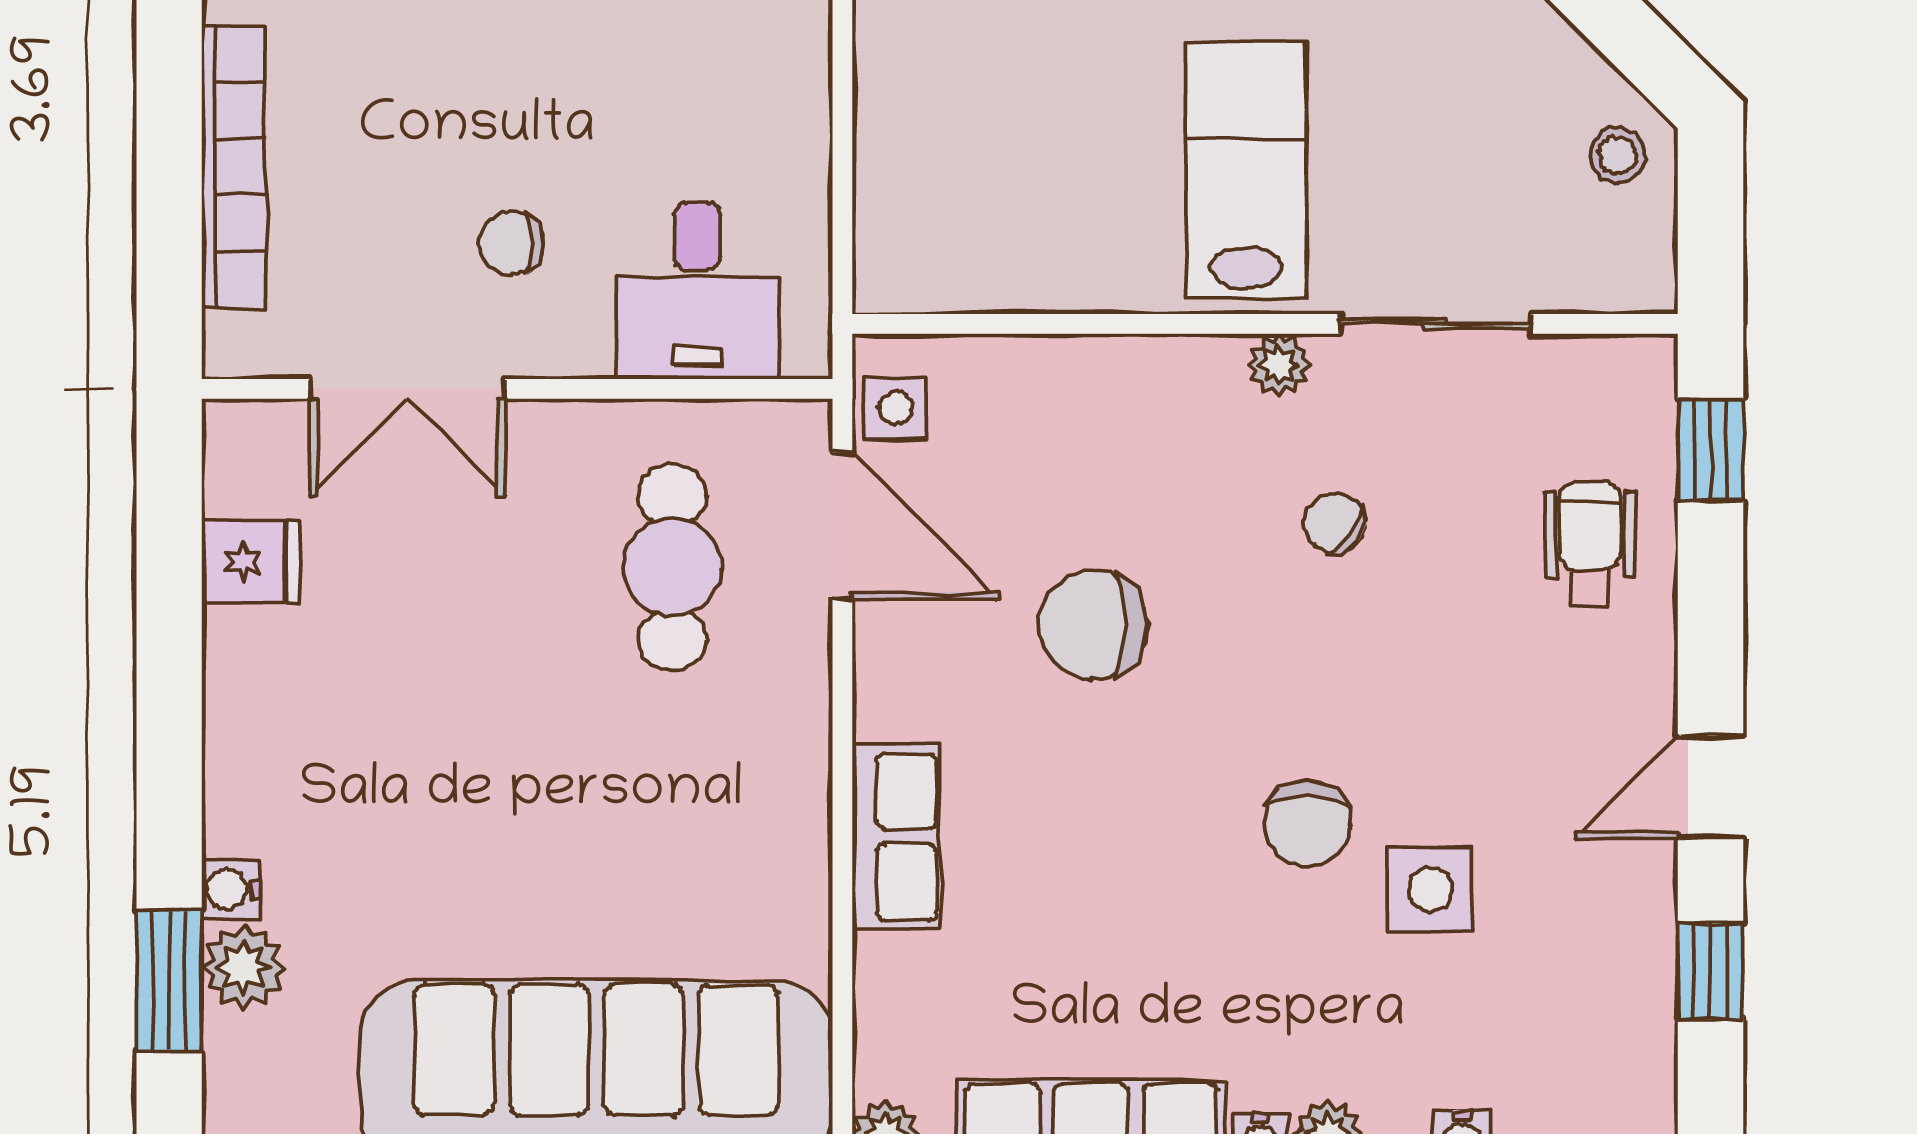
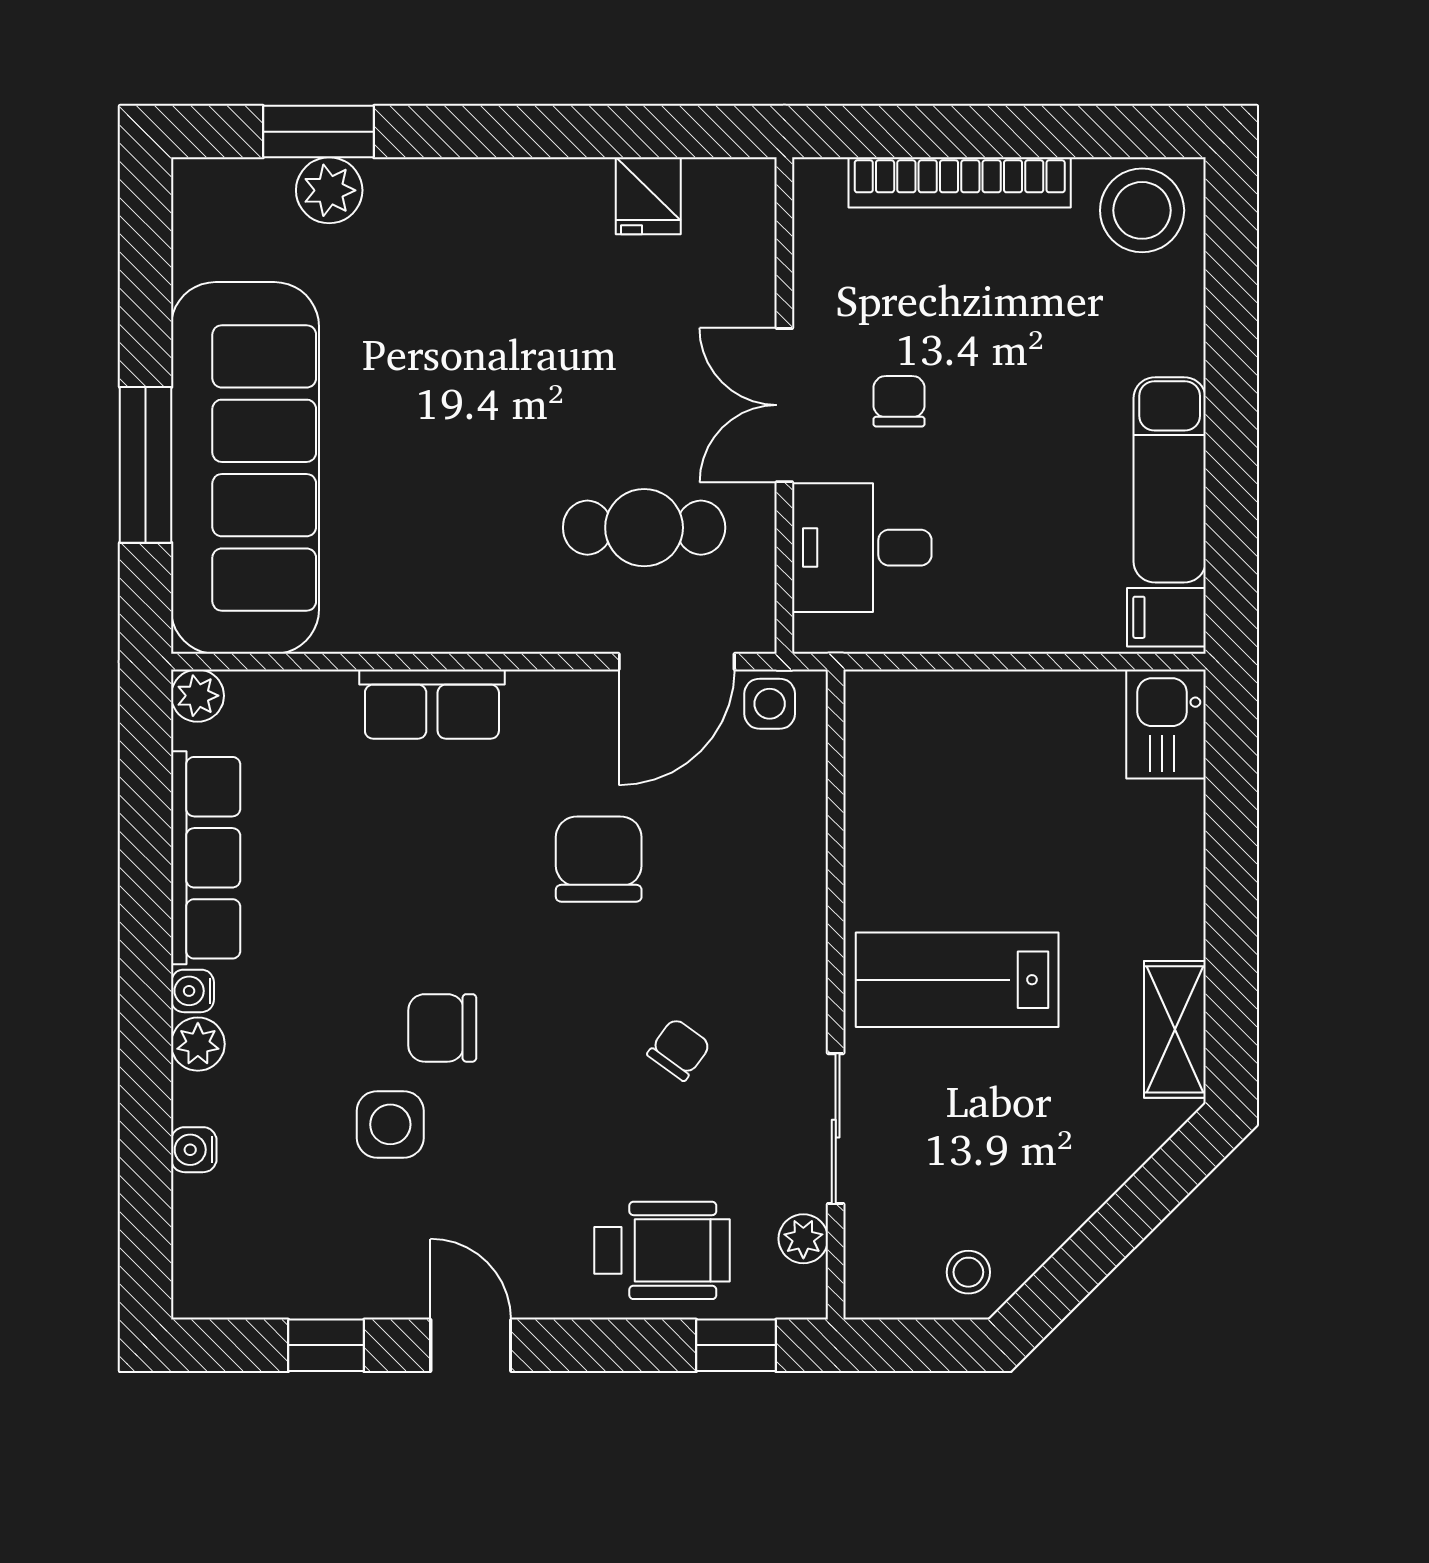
lab bench: (1246, 170) -> (957, 980), turned 180
plant: (1279, 365) -> (803, 1239), moved
double door: (407, 389) -> (784, 405), moved
wheelchair: (1590, 544) -> (662, 1250), width x1.36, depth x1.37
water cooler: (231, 889) -> (390, 180), removed

